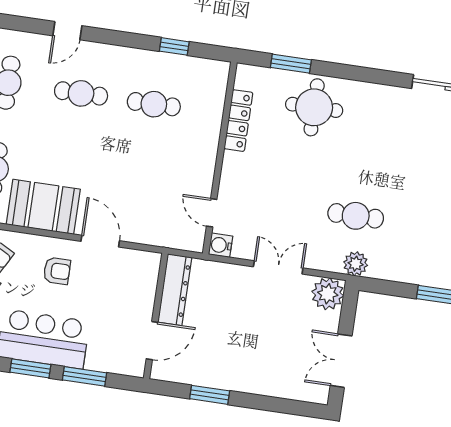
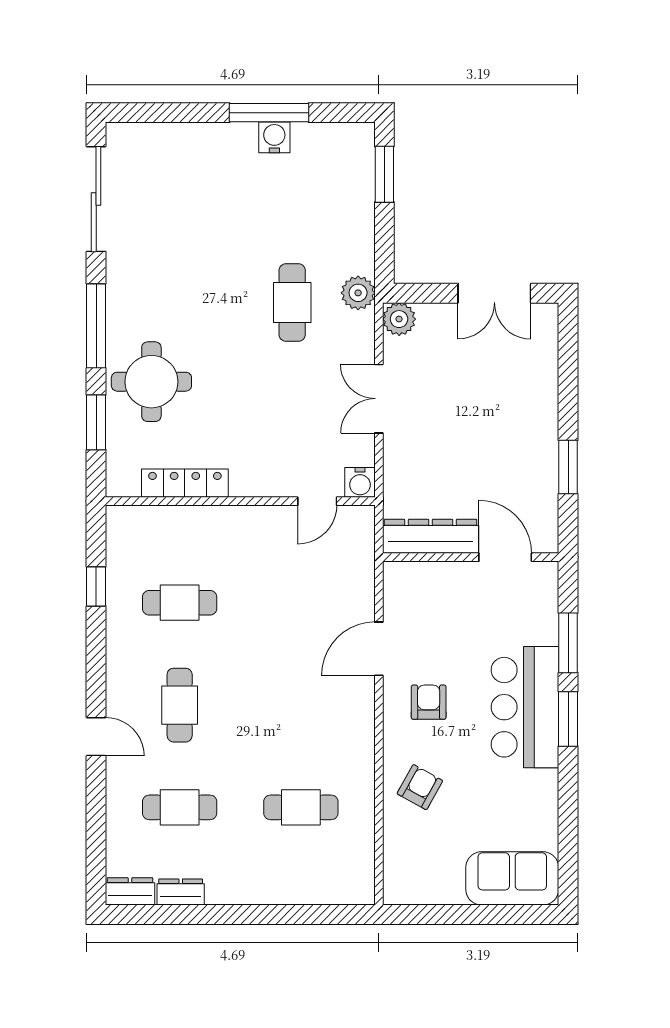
window: (360, 74) -> (96, 326), added
cafe table: (154, 104) -> (180, 603), turned 90
booth: (43, 207) -> (343, 734), removed
plant: (328, 294) -> (399, 319), width x0.73, depth x0.73

